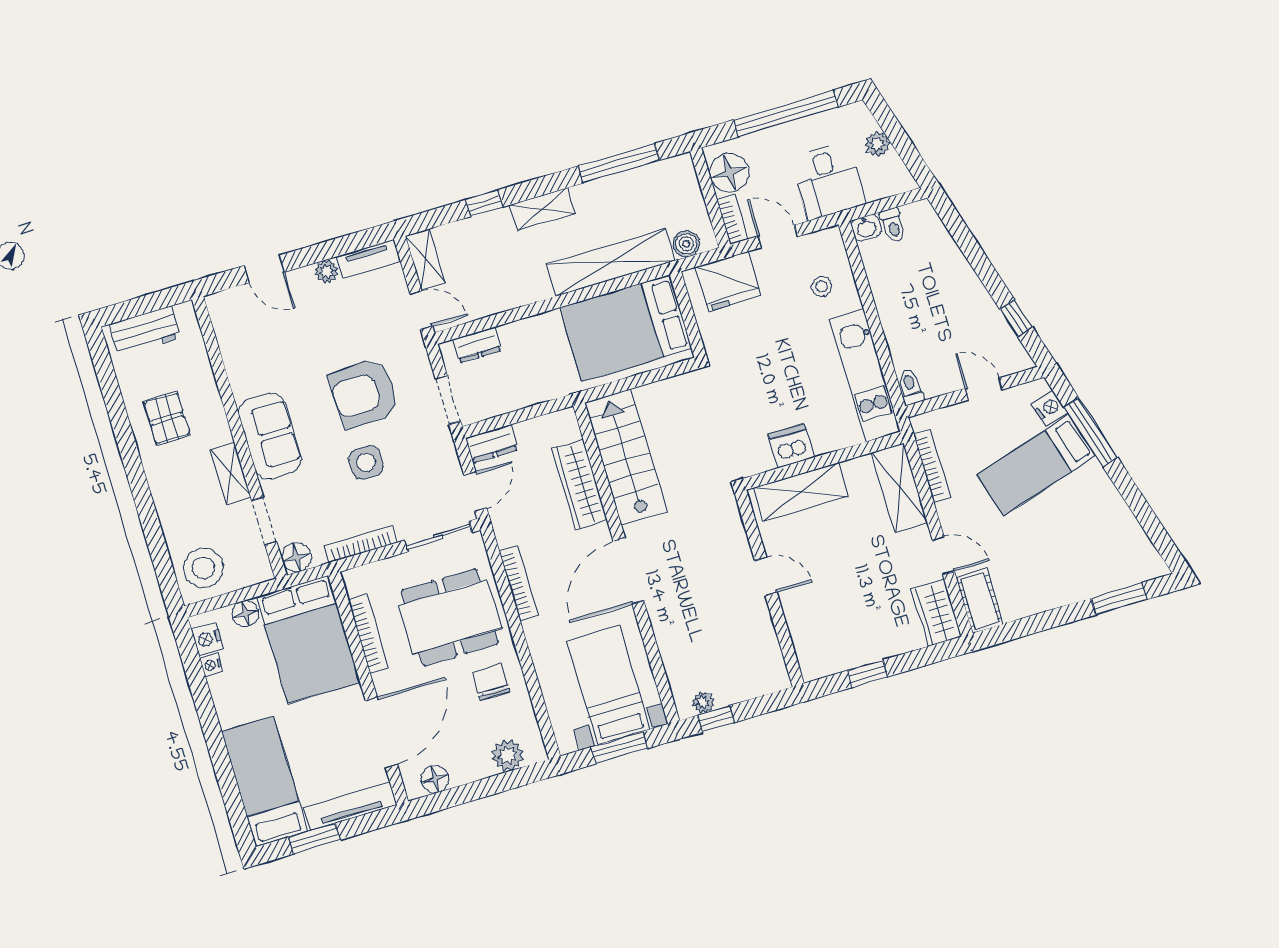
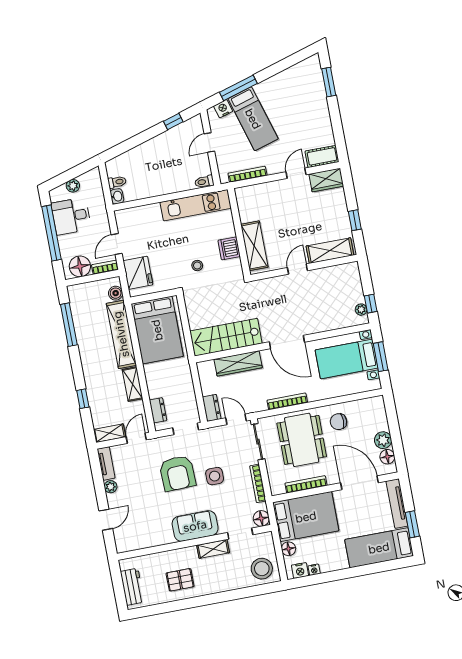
desk: (828, 181) -> (71, 216), moved, turned 180
shelving: (542, 209) -> (132, 384), moved
stool: (821, 286) -> (197, 266), moved
shelving: (900, 488) -> (330, 251), moved
plant: (508, 755) -> (383, 440), moved

